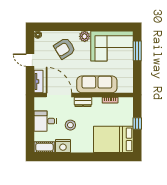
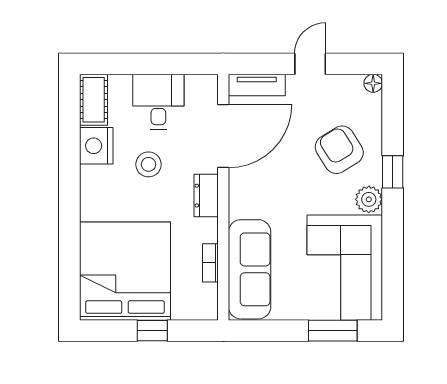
window: (73, 27) -> (393, 172), added
sofa: (97, 84) -> (250, 269), moved
bed: (113, 139) -> (125, 271), width x1.36

